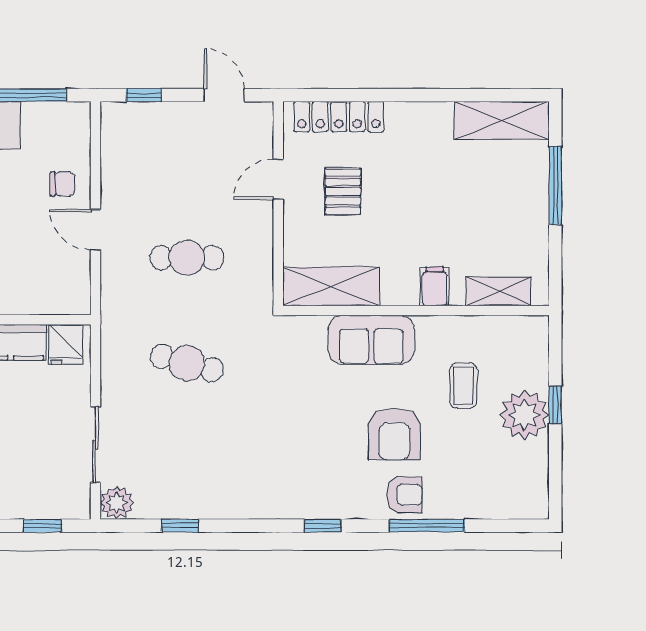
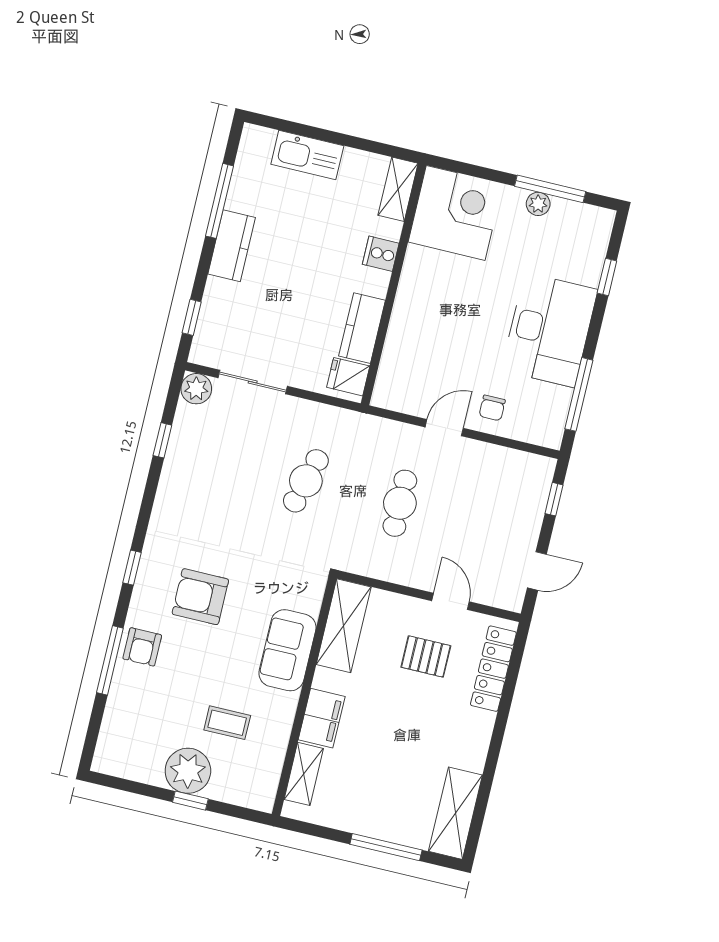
filing cabinet: (435, 286) -> (322, 718), width x2.00
armchair: (394, 434) -> (200, 597), moved

